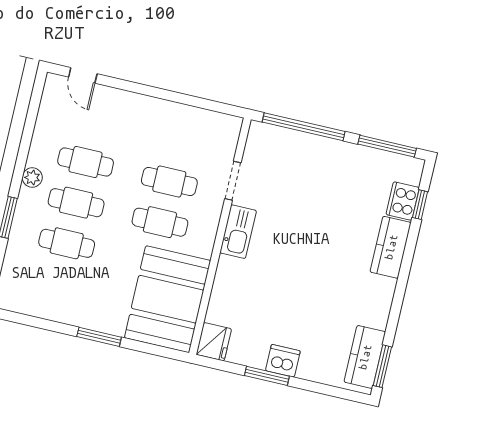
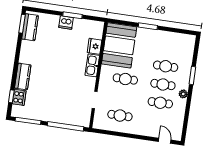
cafe table: (169, 182) -> (120, 116), moved
kitchen sink: (238, 232) -> (92, 65), moved
fridge: (214, 342) -> (95, 46), moved

